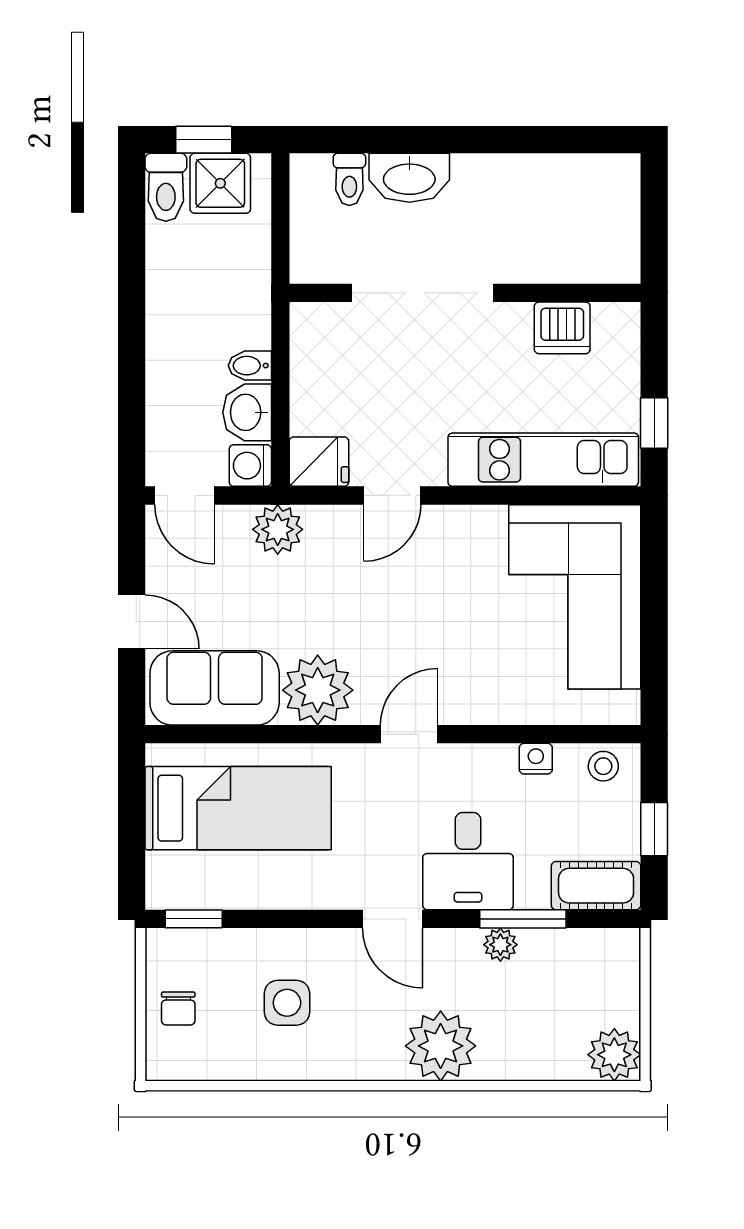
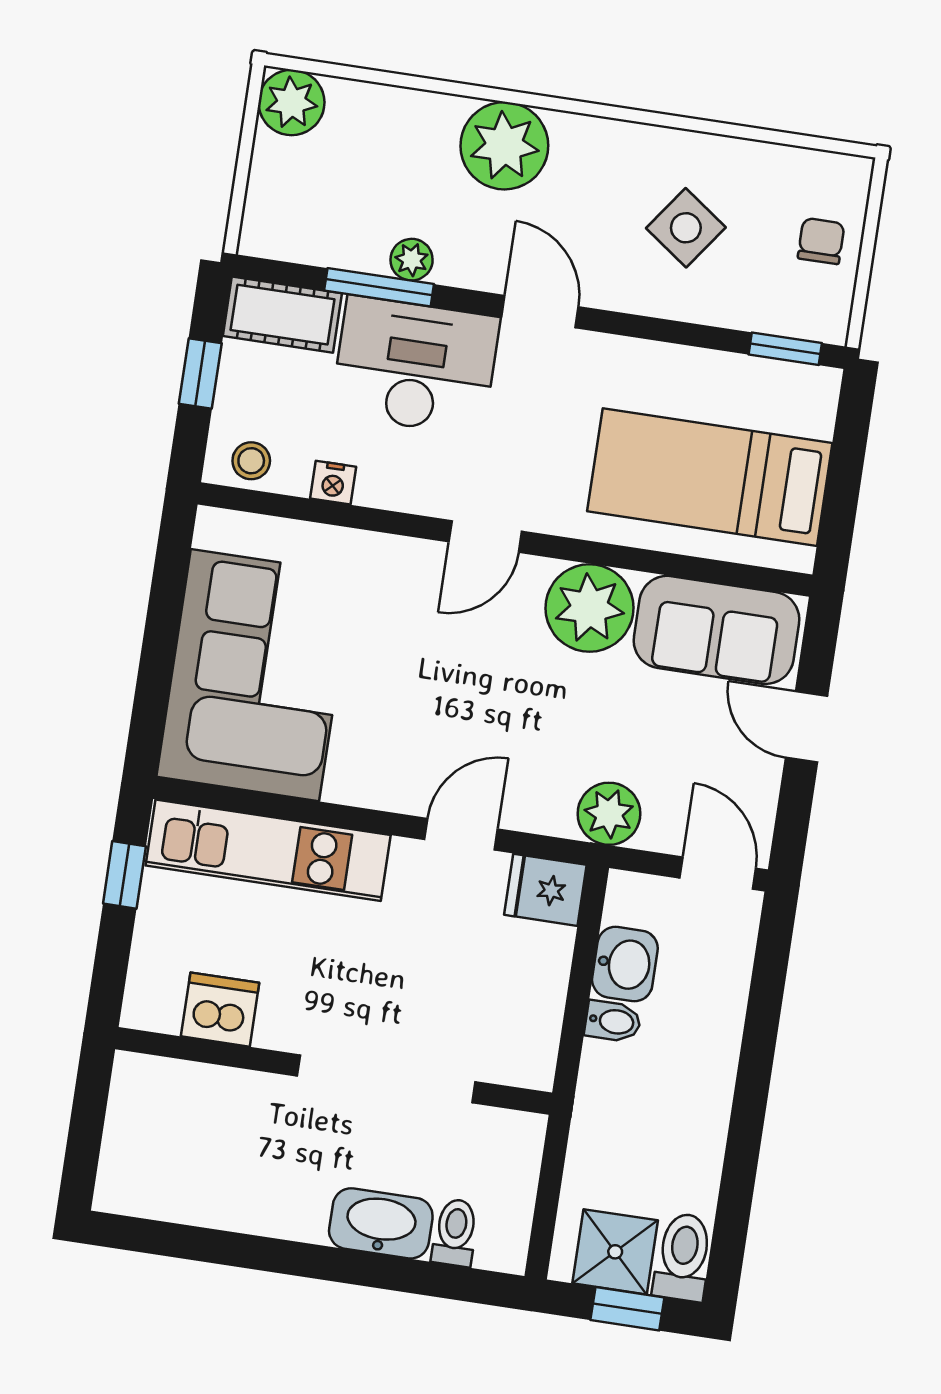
washing machine: (250, 466) -> (631, 898), removed
desk: (468, 861) -> (415, 366), width x1.37
side table: (287, 1003) -> (686, 228), turned 36

